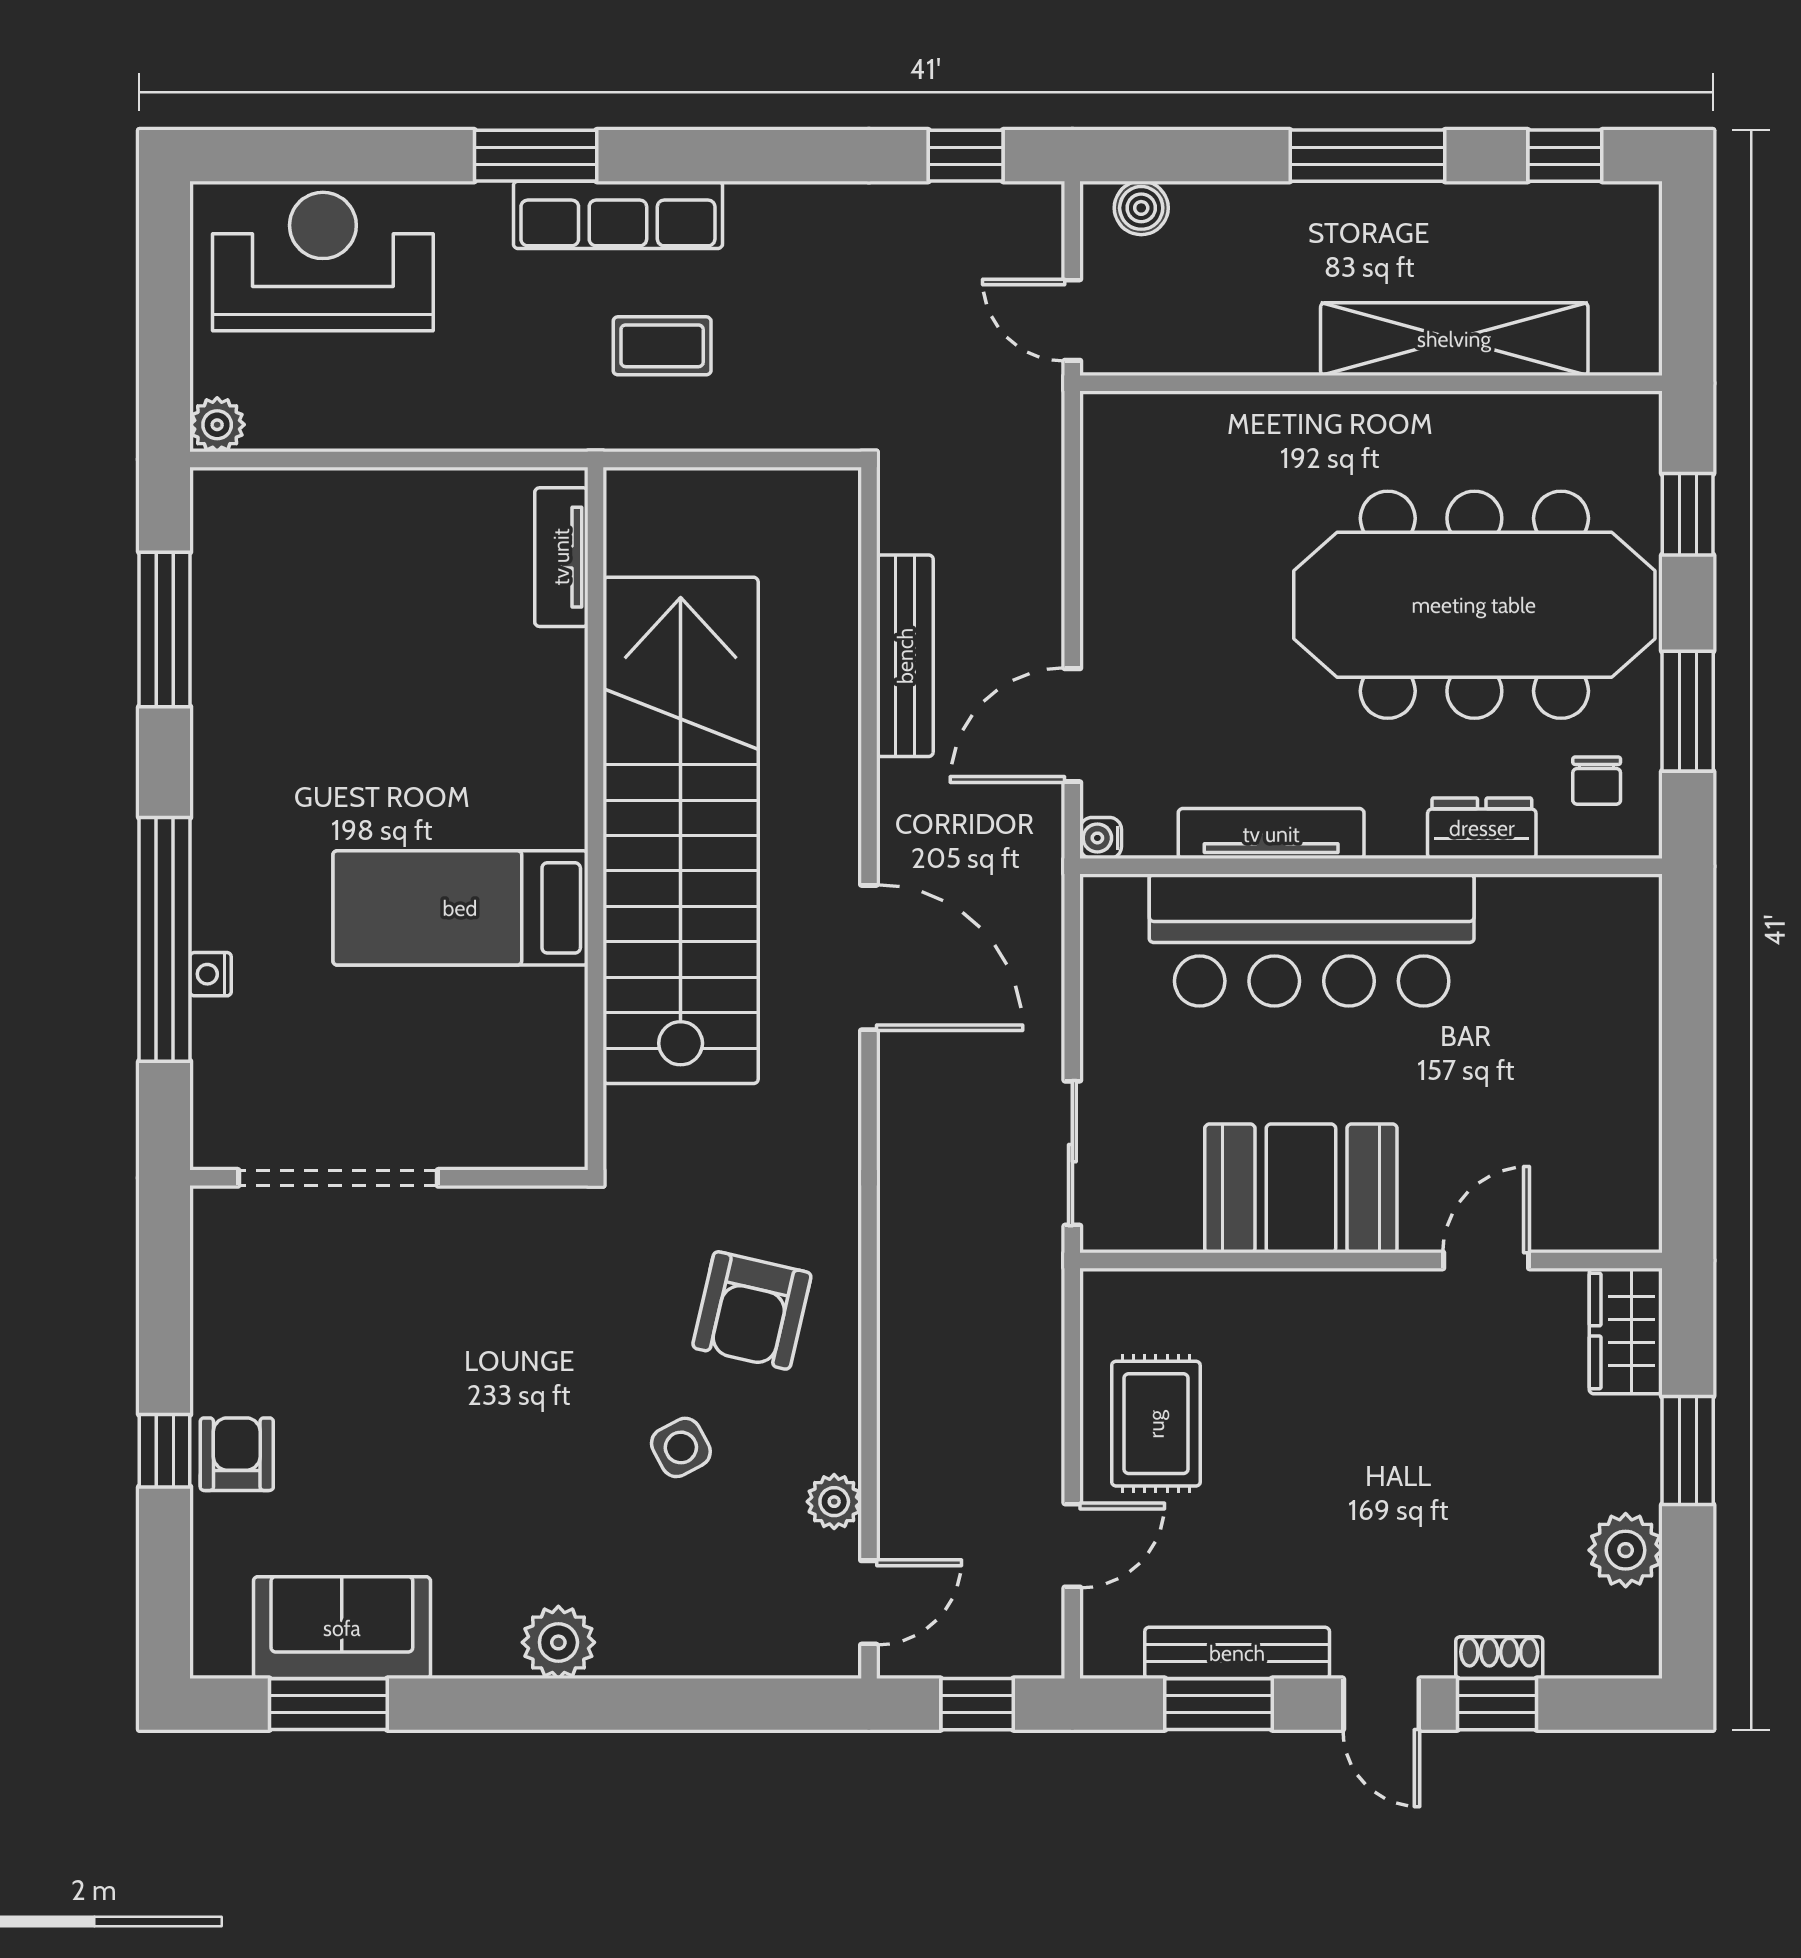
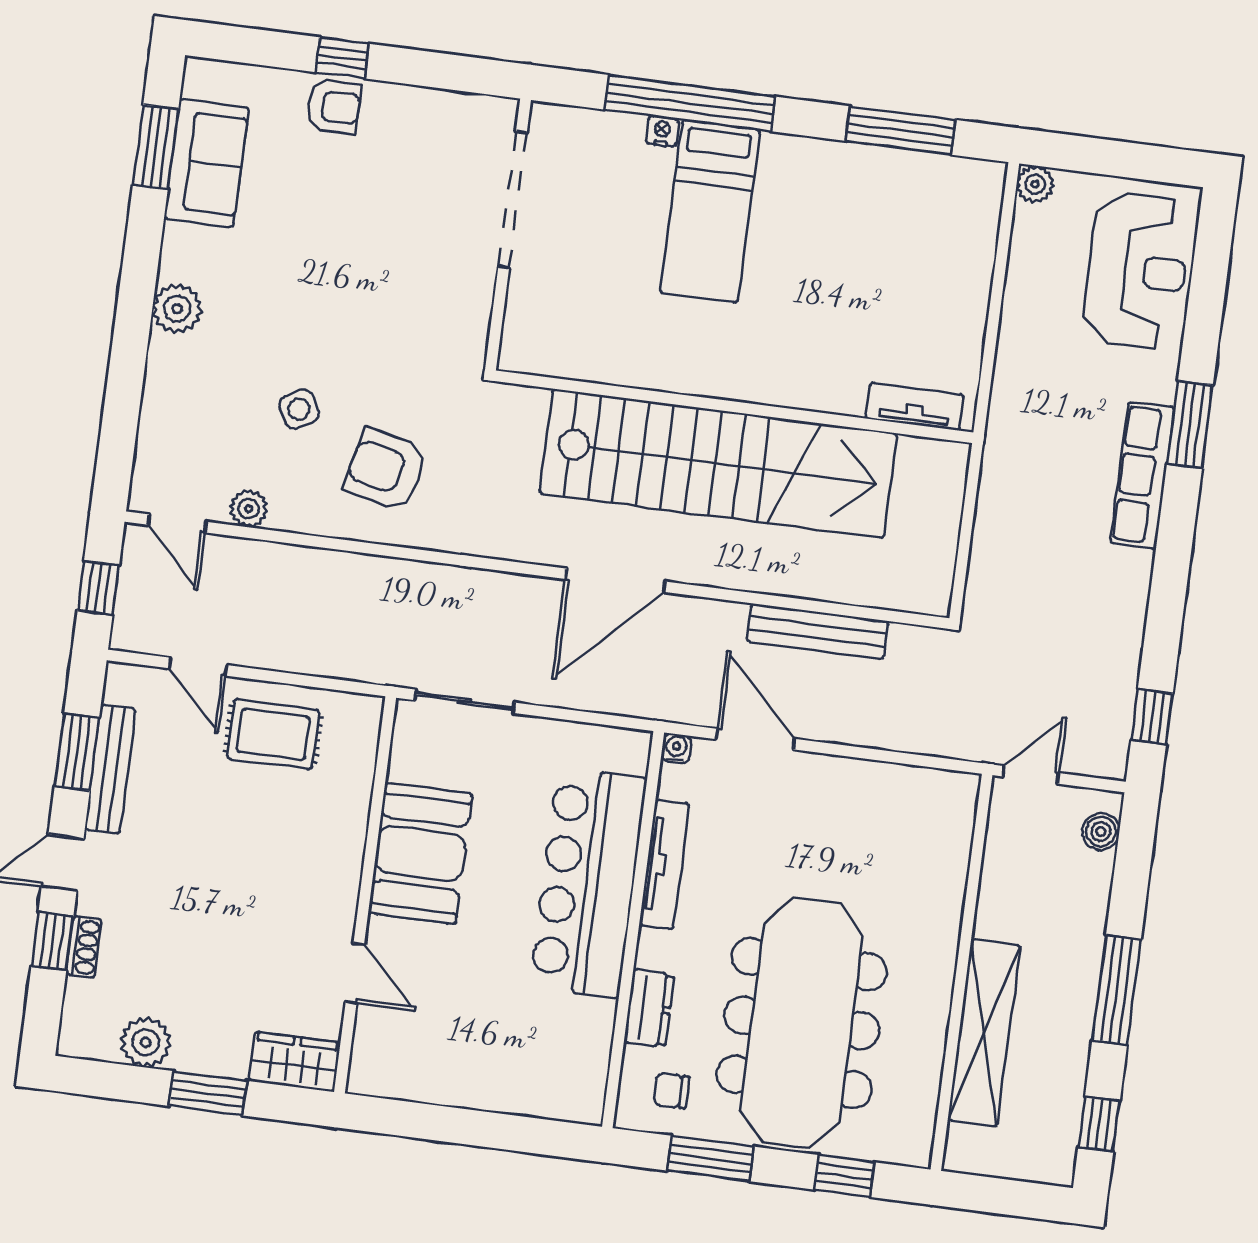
coffee table: (662, 346) -> (1049, 494), removed
bed: (460, 908) -> (710, 211), moved, turned 180

